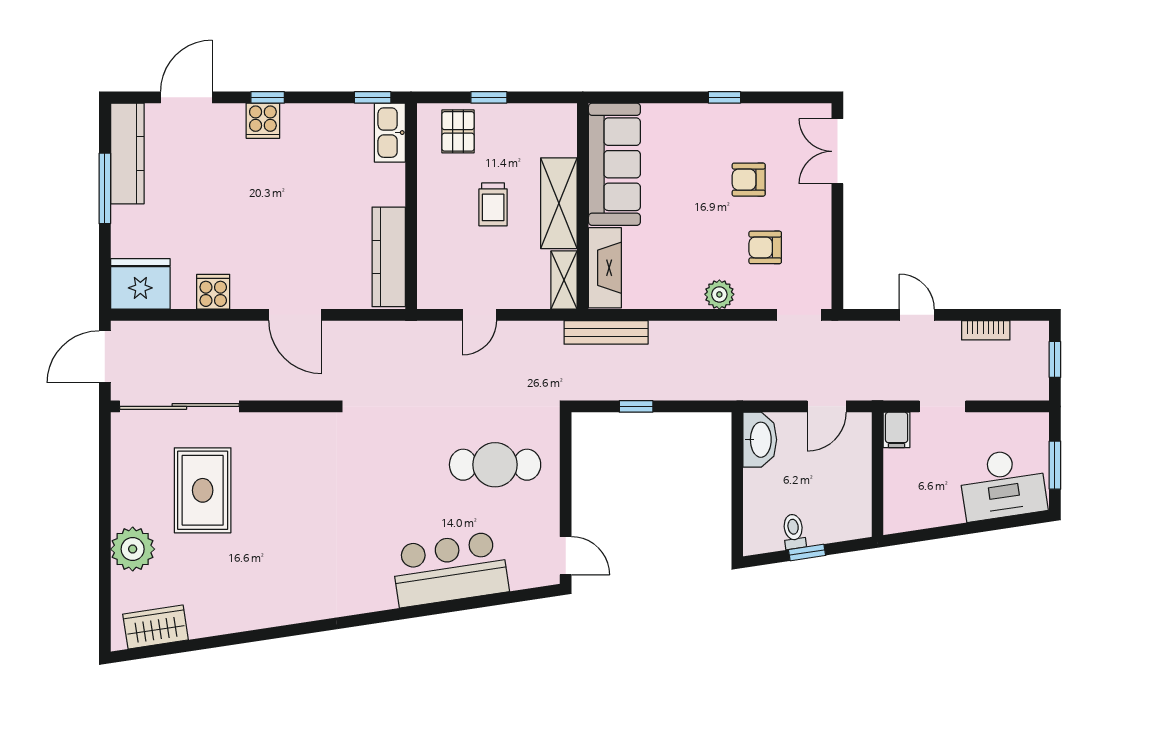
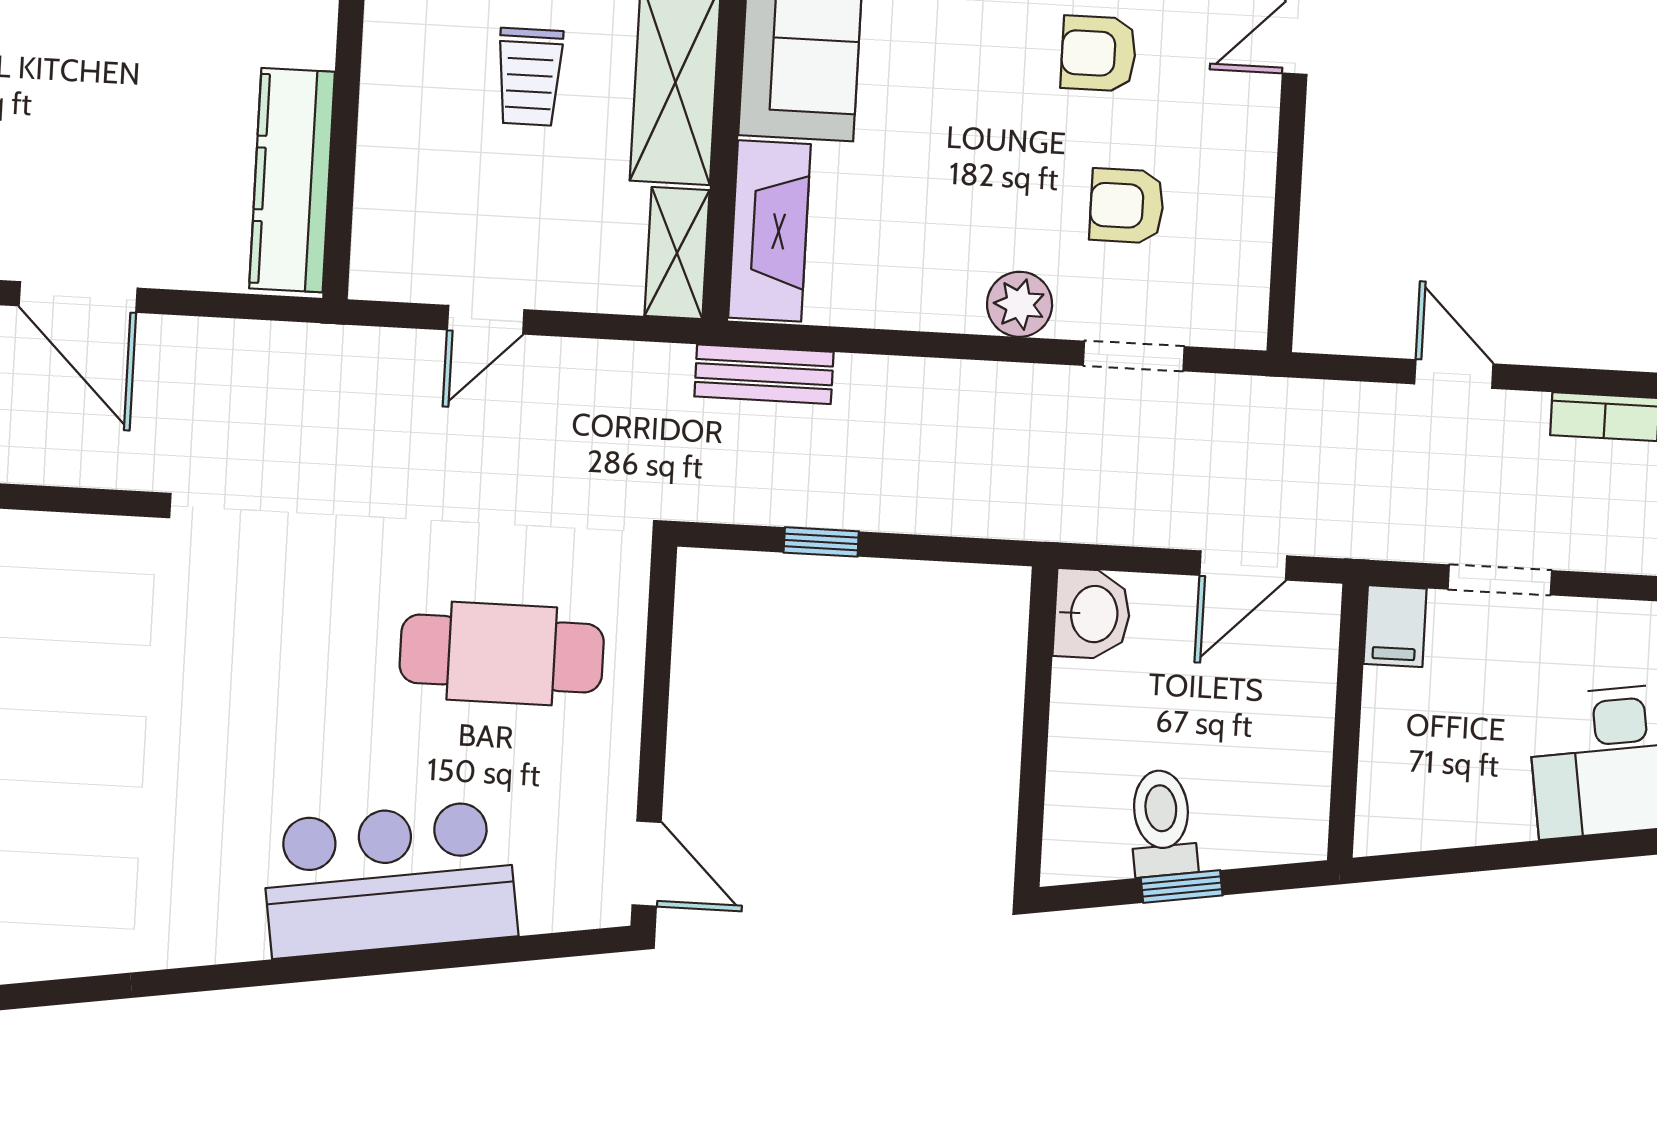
doorway: (799, 315) -> (1134, 356), moved
bench: (606, 332) -> (764, 374), width x0.73
washbasin: (760, 440) -> (1092, 614), width x0.72
toilet: (794, 531) -> (1162, 823), width x1.37, depth x1.39

